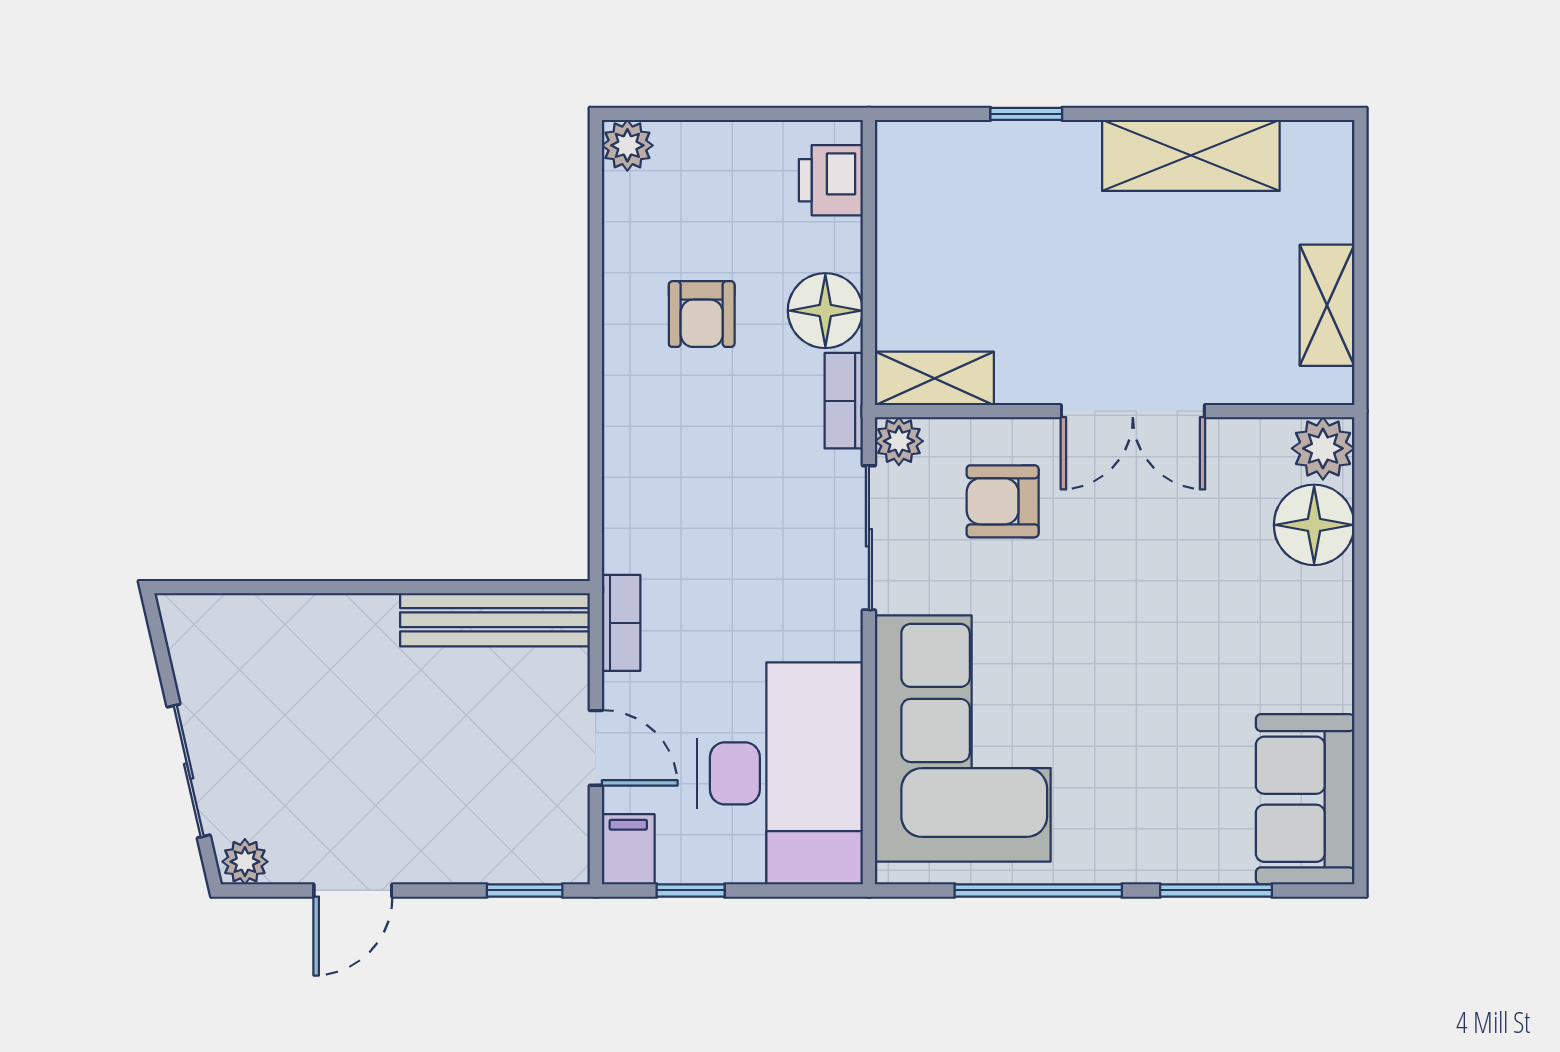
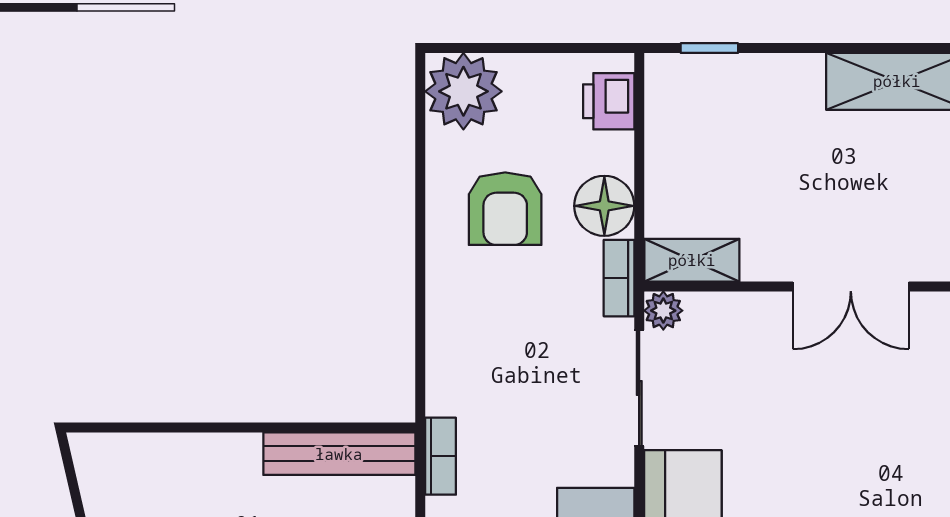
window: (1026, 114) -> (709, 48), moved
plant: (627, 145) -> (463, 91), width x1.88, depth x1.88
armchair: (702, 314) -> (505, 209), width x1.38, depth x1.38
armchair: (1003, 501) -> (746, 359), removed

